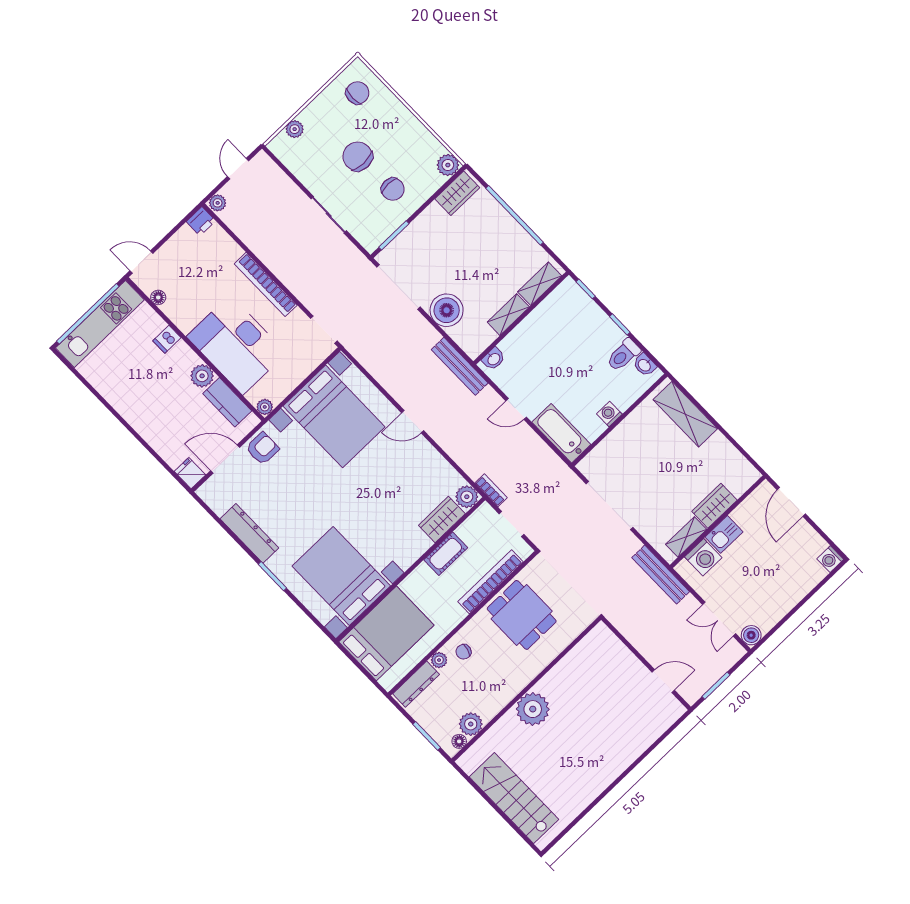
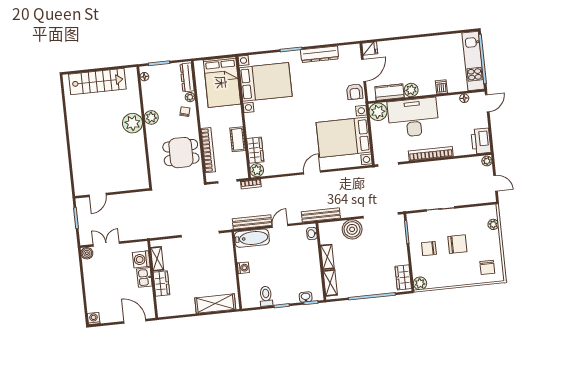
printer: (201, 221) -> (481, 141), width x1.87, depth x1.48
washbasin: (645, 365) -> (306, 297), moved
plant: (265, 407) -> (378, 112), width x1.88, depth x1.88
bench: (661, 575) -> (252, 222), moved
plant: (471, 724) -> (151, 117), moved

